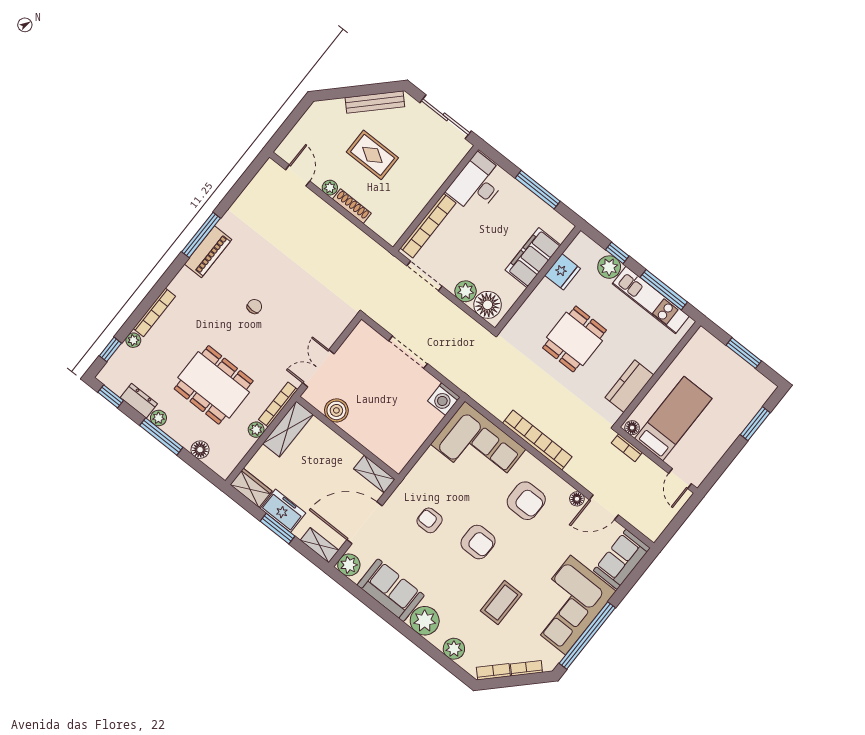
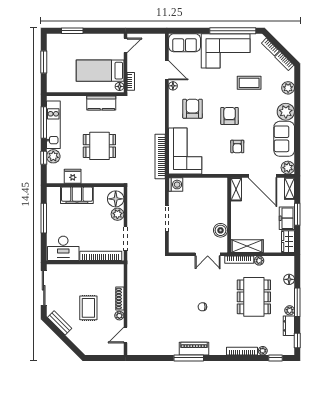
bench: (375, 102) -> (60, 323), width x0.73
bookcase: (537, 440) -> (160, 157), moved

